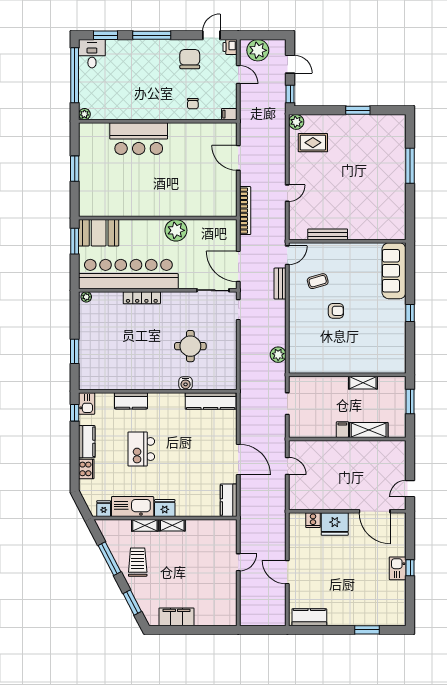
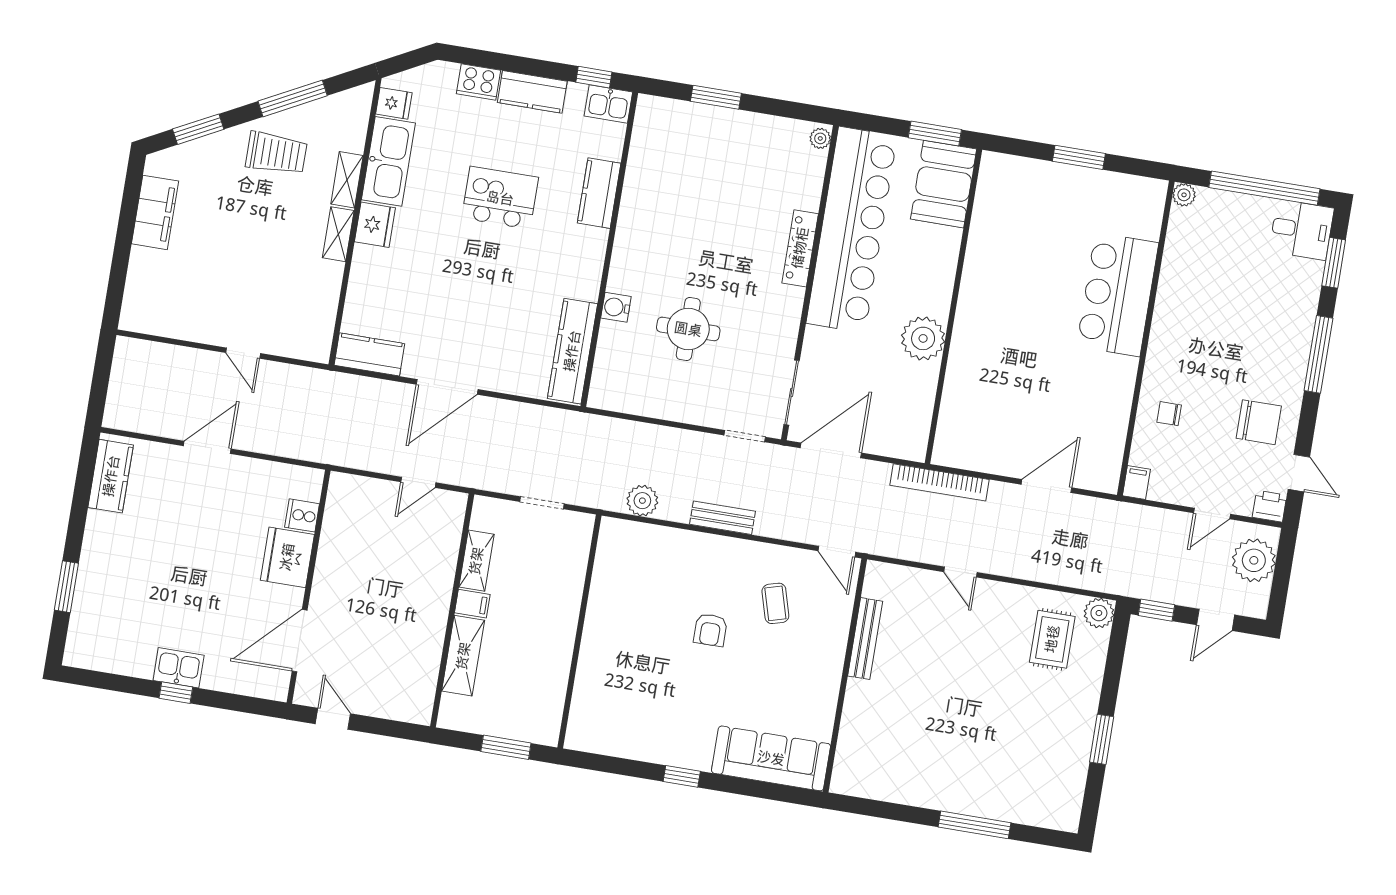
bench: (280, 284) -> (722, 518), moved
shelving: (363, 383) -> (476, 561), moved

